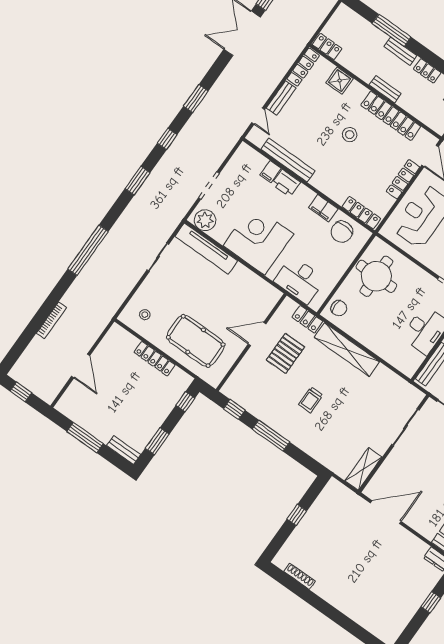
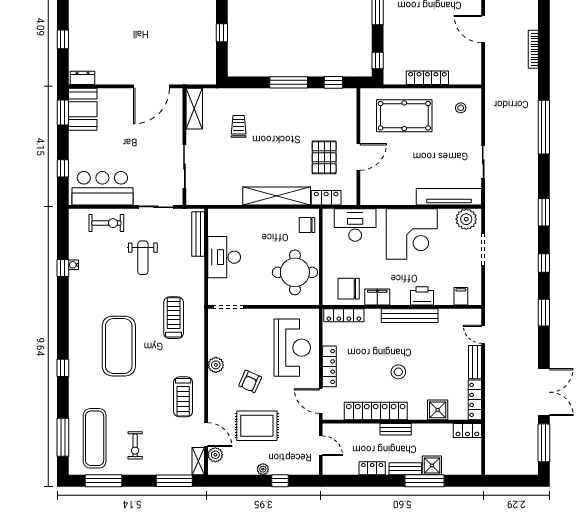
shower: (377, 38) -> (432, 465), added
bench: (288, 160) -> (410, 316), moved
filing cabinet: (270, 172) -> (461, 296), moved
chair: (342, 232) -> (349, 289), turned -90
trolley: (311, 400) -> (239, 126), moved

